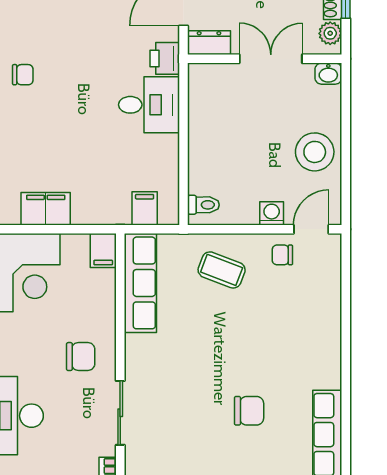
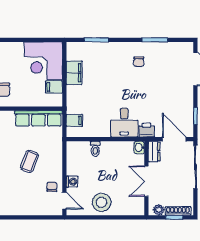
double door: (271, 59) -> (146, 181), swing flipped
washbasin: (328, 74) -> (139, 148), moved
toilet: (203, 205) -> (95, 149), moved
filing cabinet: (103, 251) -> (54, 87), moved
coffee table: (222, 270) -> (29, 161), moved

